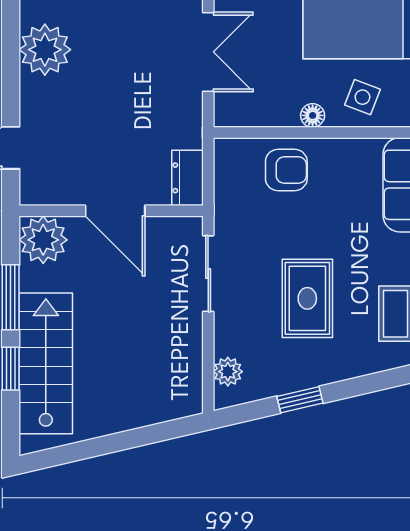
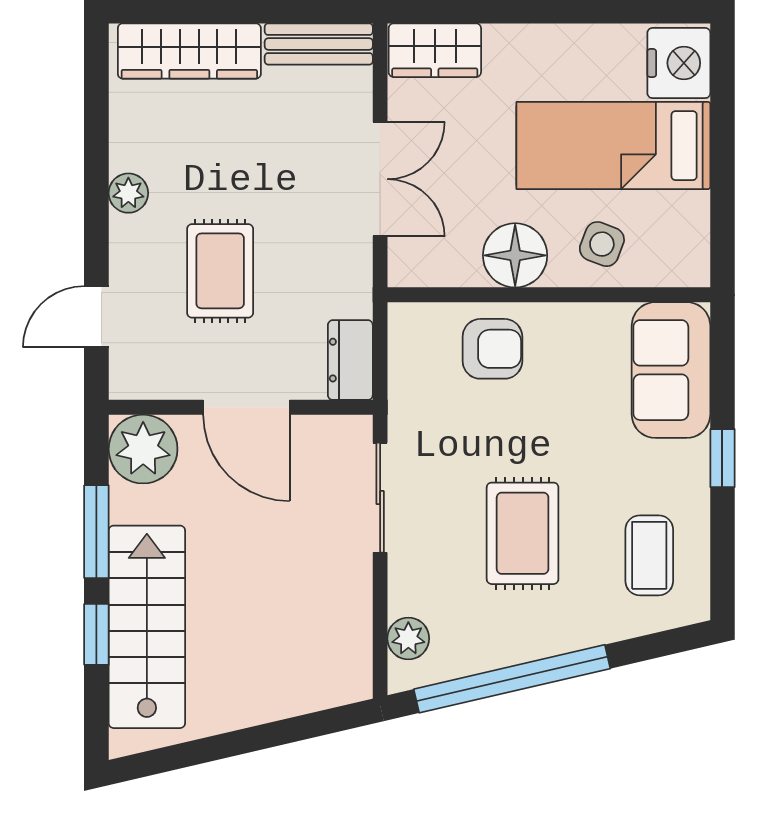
plant: (45, 50) -> (128, 193), width x0.53, depth x0.53
floor lamp: (313, 115) -> (515, 255), width x1.89, depth x1.89
rug: (97, 116) -> (220, 271), added
window: (300, 400) -> (512, 679), width x3.17

